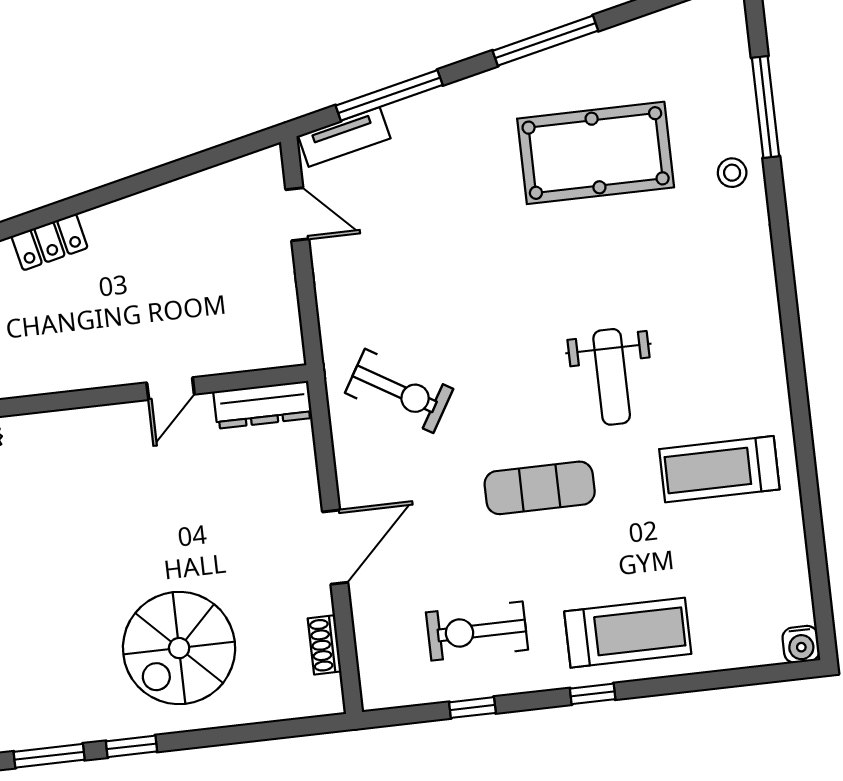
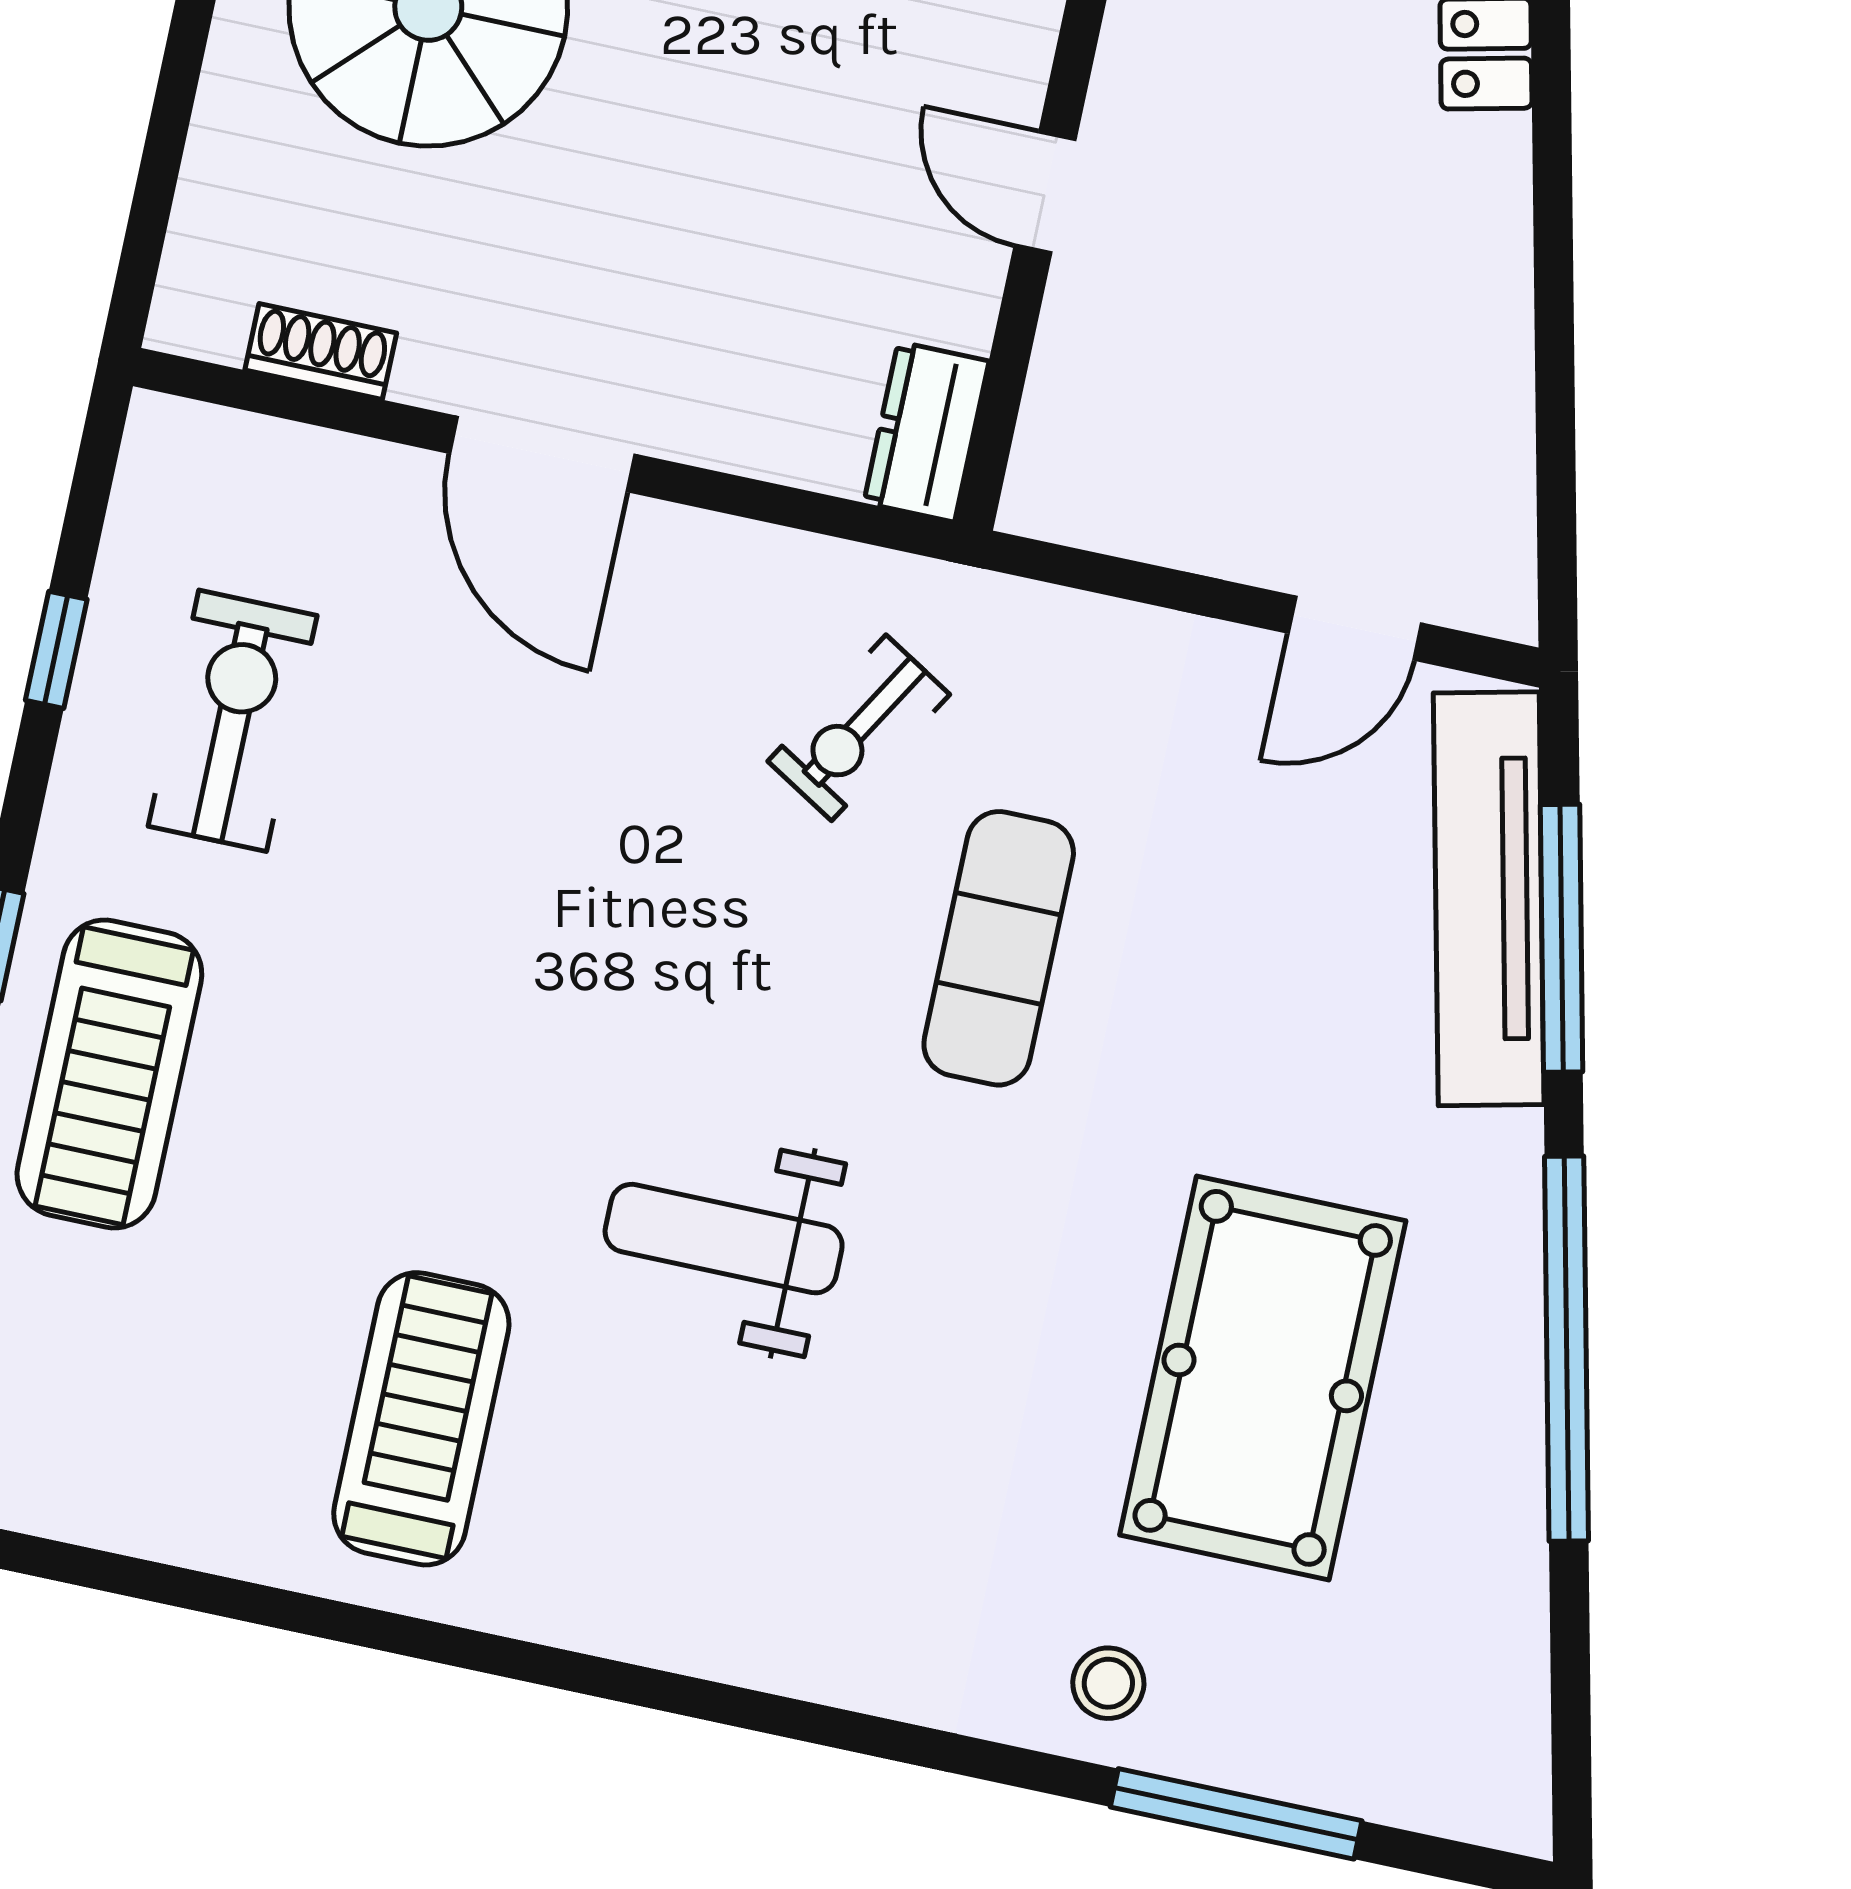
window: (545, 41) -> (1566, 1349), width x1.46
tv unit: (344, 137) -> (1489, 899), width x1.92, depth x1.29
exercise bike: (399, 391) -> (859, 728), width x0.73, depth x0.72
dresser: (263, 405) -> (926, 432), width x0.70
exercise mat: (540, 488) -> (999, 948), moved

